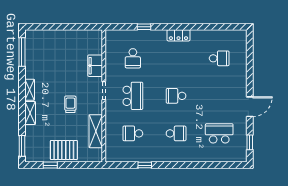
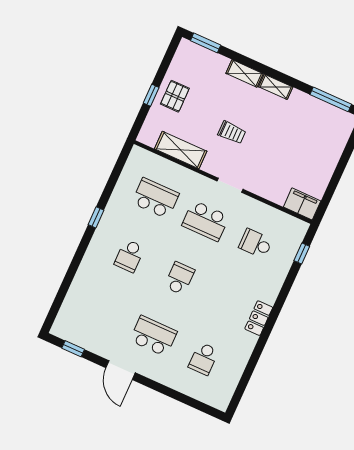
window: (144, 27) -> (302, 254), moved
filing cabinet: (95, 66) -> (302, 204), moved
school desk: (133, 133) -> (155, 198), width x1.85
school desk: (219, 133) -> (153, 336), moved, turned -90
pallet: (64, 150) -> (175, 96), width x0.67, depth x0.71
window: (50, 165) -> (151, 95), moved
window: (145, 165) -> (96, 217), moved

